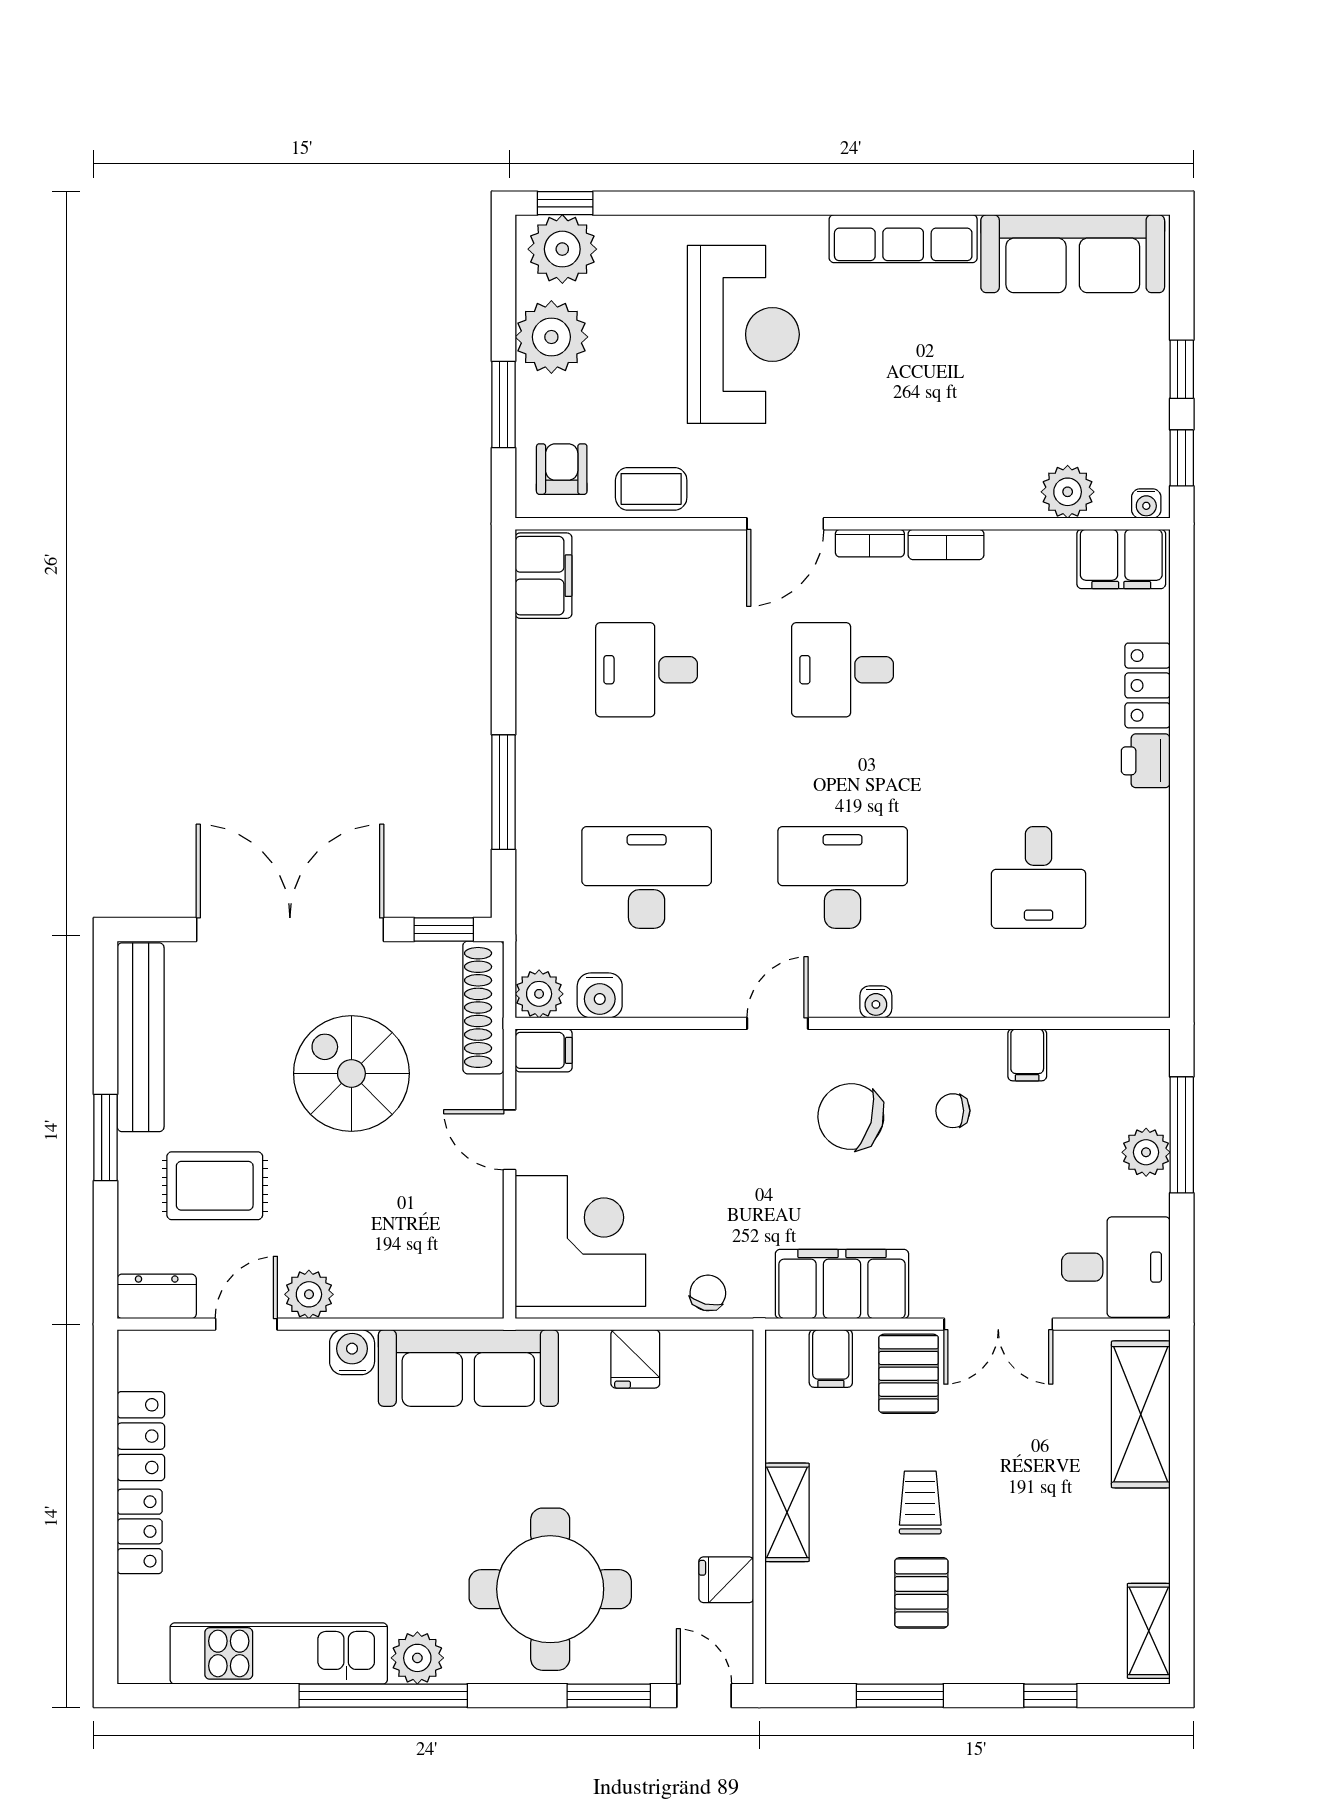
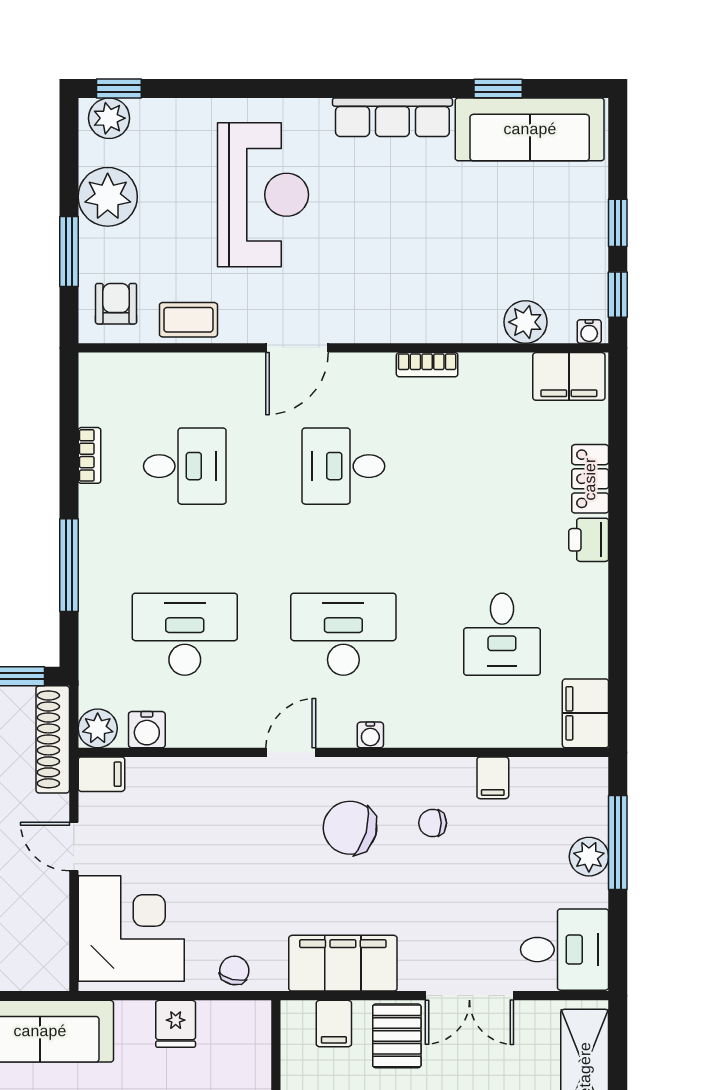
window: (1034, 203) -> (498, 88), added
plant: (562, 249) -> (109, 118), width x0.73, depth x0.73
bookcase: (870, 543) -> (89, 455), moved, turned -90
filing cabinet: (543, 576) -> (585, 713), moved, turned 180
desk: (647, 670) -> (185, 466), turned 180

